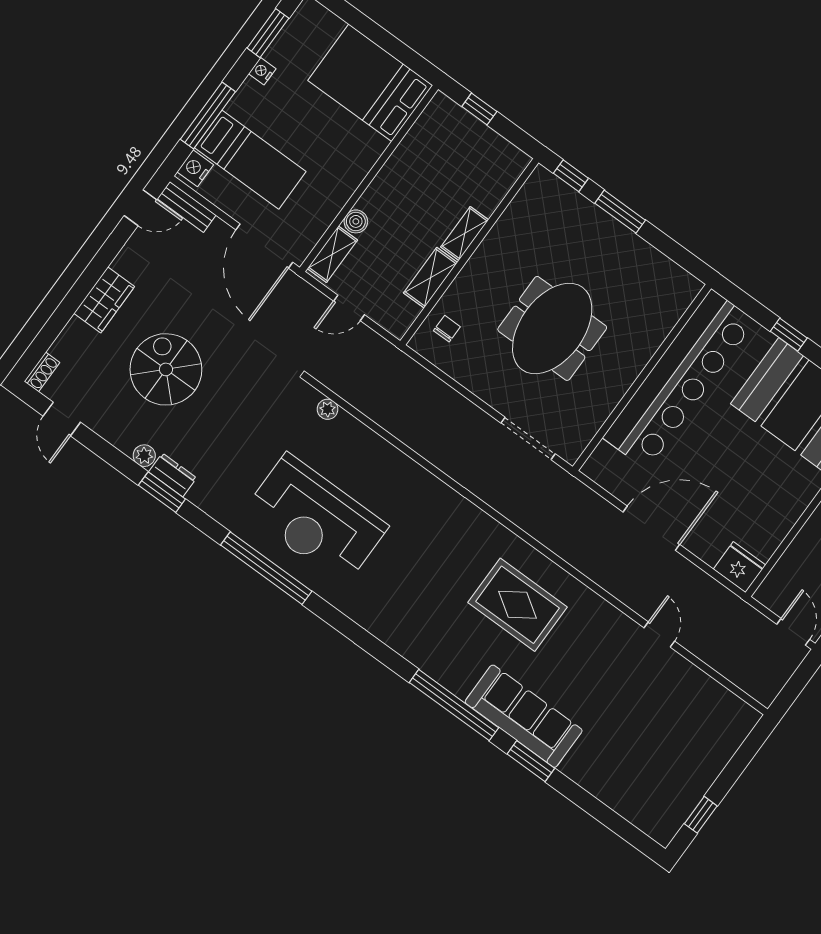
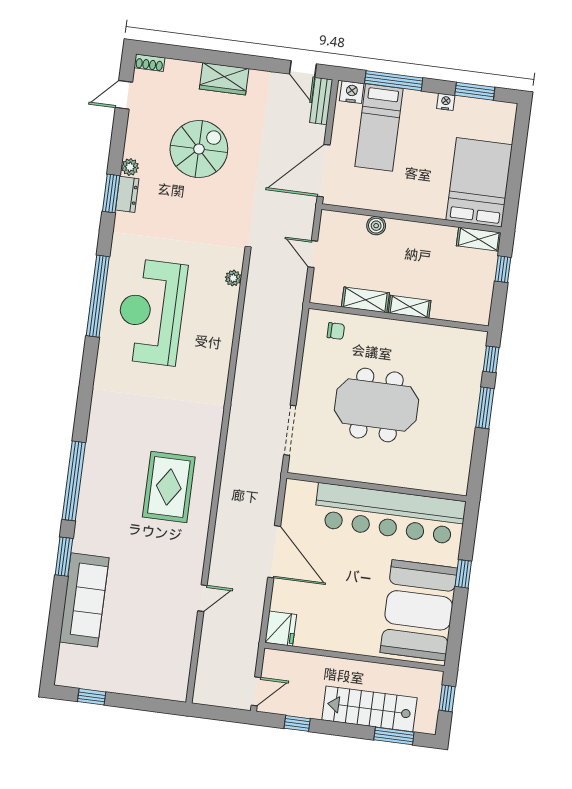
shelving: (332, 254) -> (479, 239), moved
sofa: (524, 716) -> (84, 600), moved

